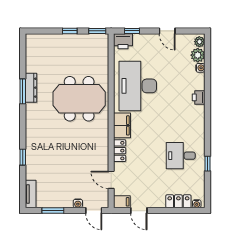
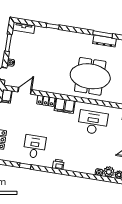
desk: (138, 86) -> (93, 122), width x0.73, depth x0.77
printer: (199, 97) -> (58, 164), moved
meeting table: (79, 99) -> (90, 76), turned 90

